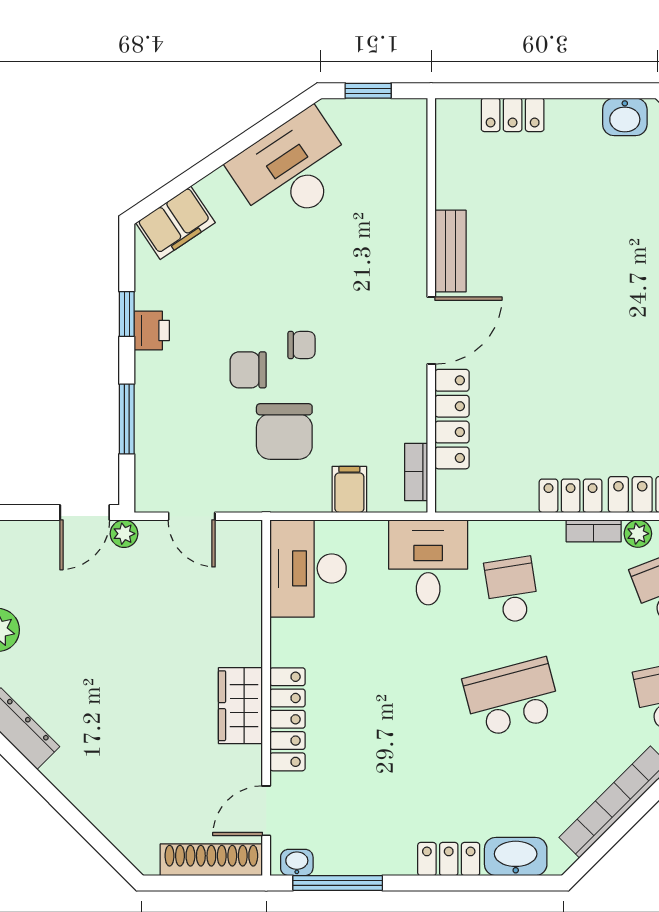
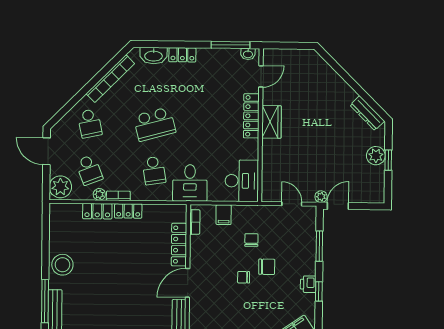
chair: (284, 432) -> (251, 240), width x0.54, depth x0.54
shoe rack: (211, 860) -> (285, 56), removed

